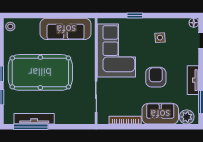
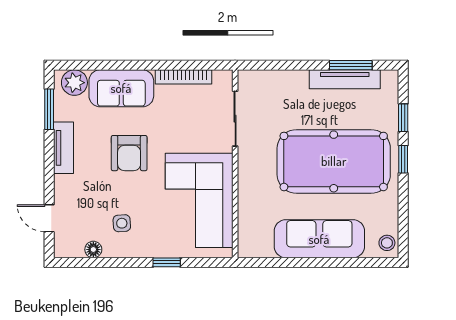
floor lamp: (194, 23) -> (93, 250), moved
sofa: (66, 29) -> (319, 239), moved
window: (31, 127) -> (351, 65), width x0.69

